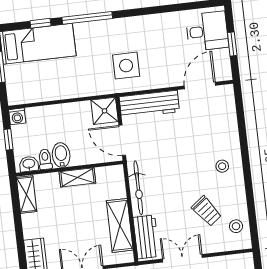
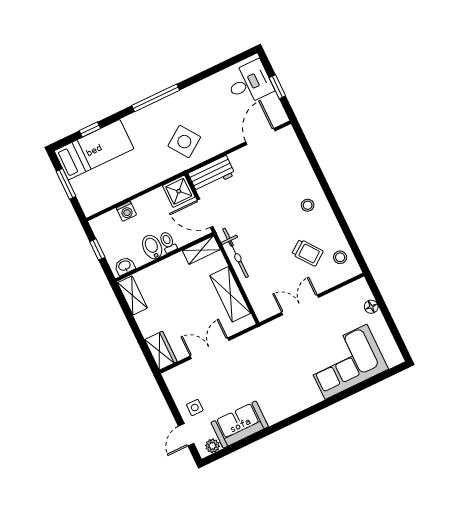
window: (87, 18) -> (156, 98), moved
side table: (126, 66) -> (184, 142), turned -35
workbench: (149, 104) -> (212, 174), width x0.73
washing machine: (17, 116) -> (126, 211), moved
toilet: (45, 159) -> (168, 242), moved
shelving: (77, 177) -> (201, 250), moved
workbench: (146, 237) -> (259, 297), removed

